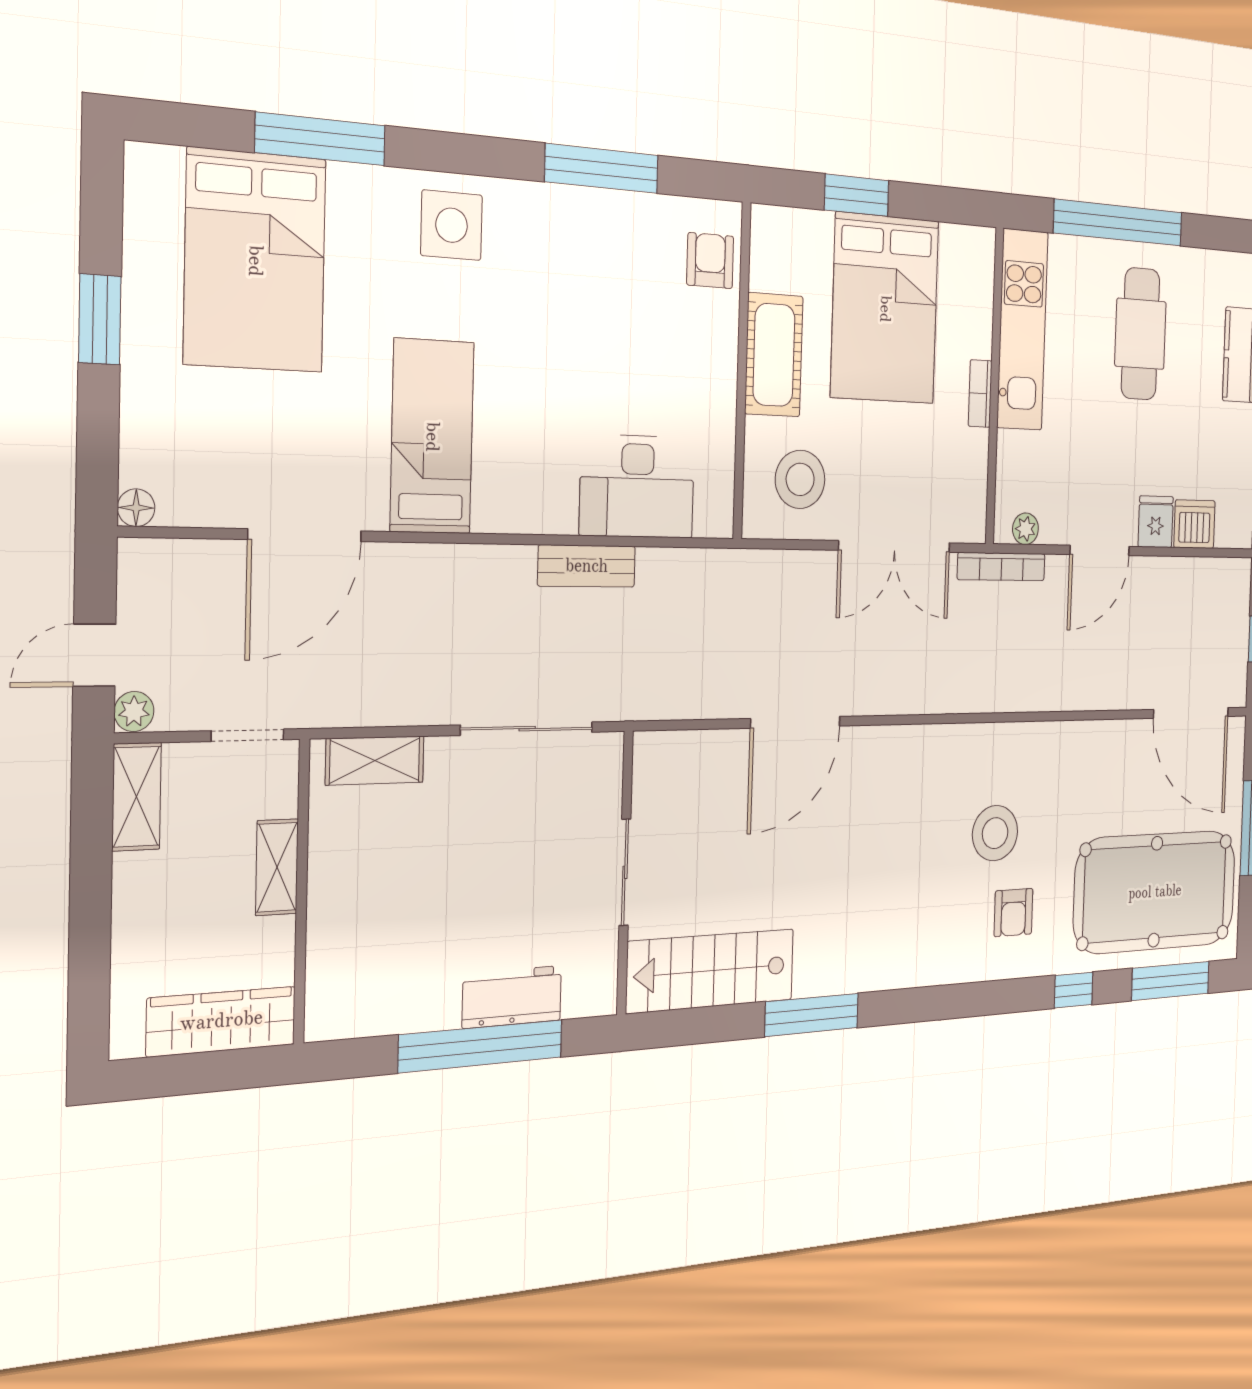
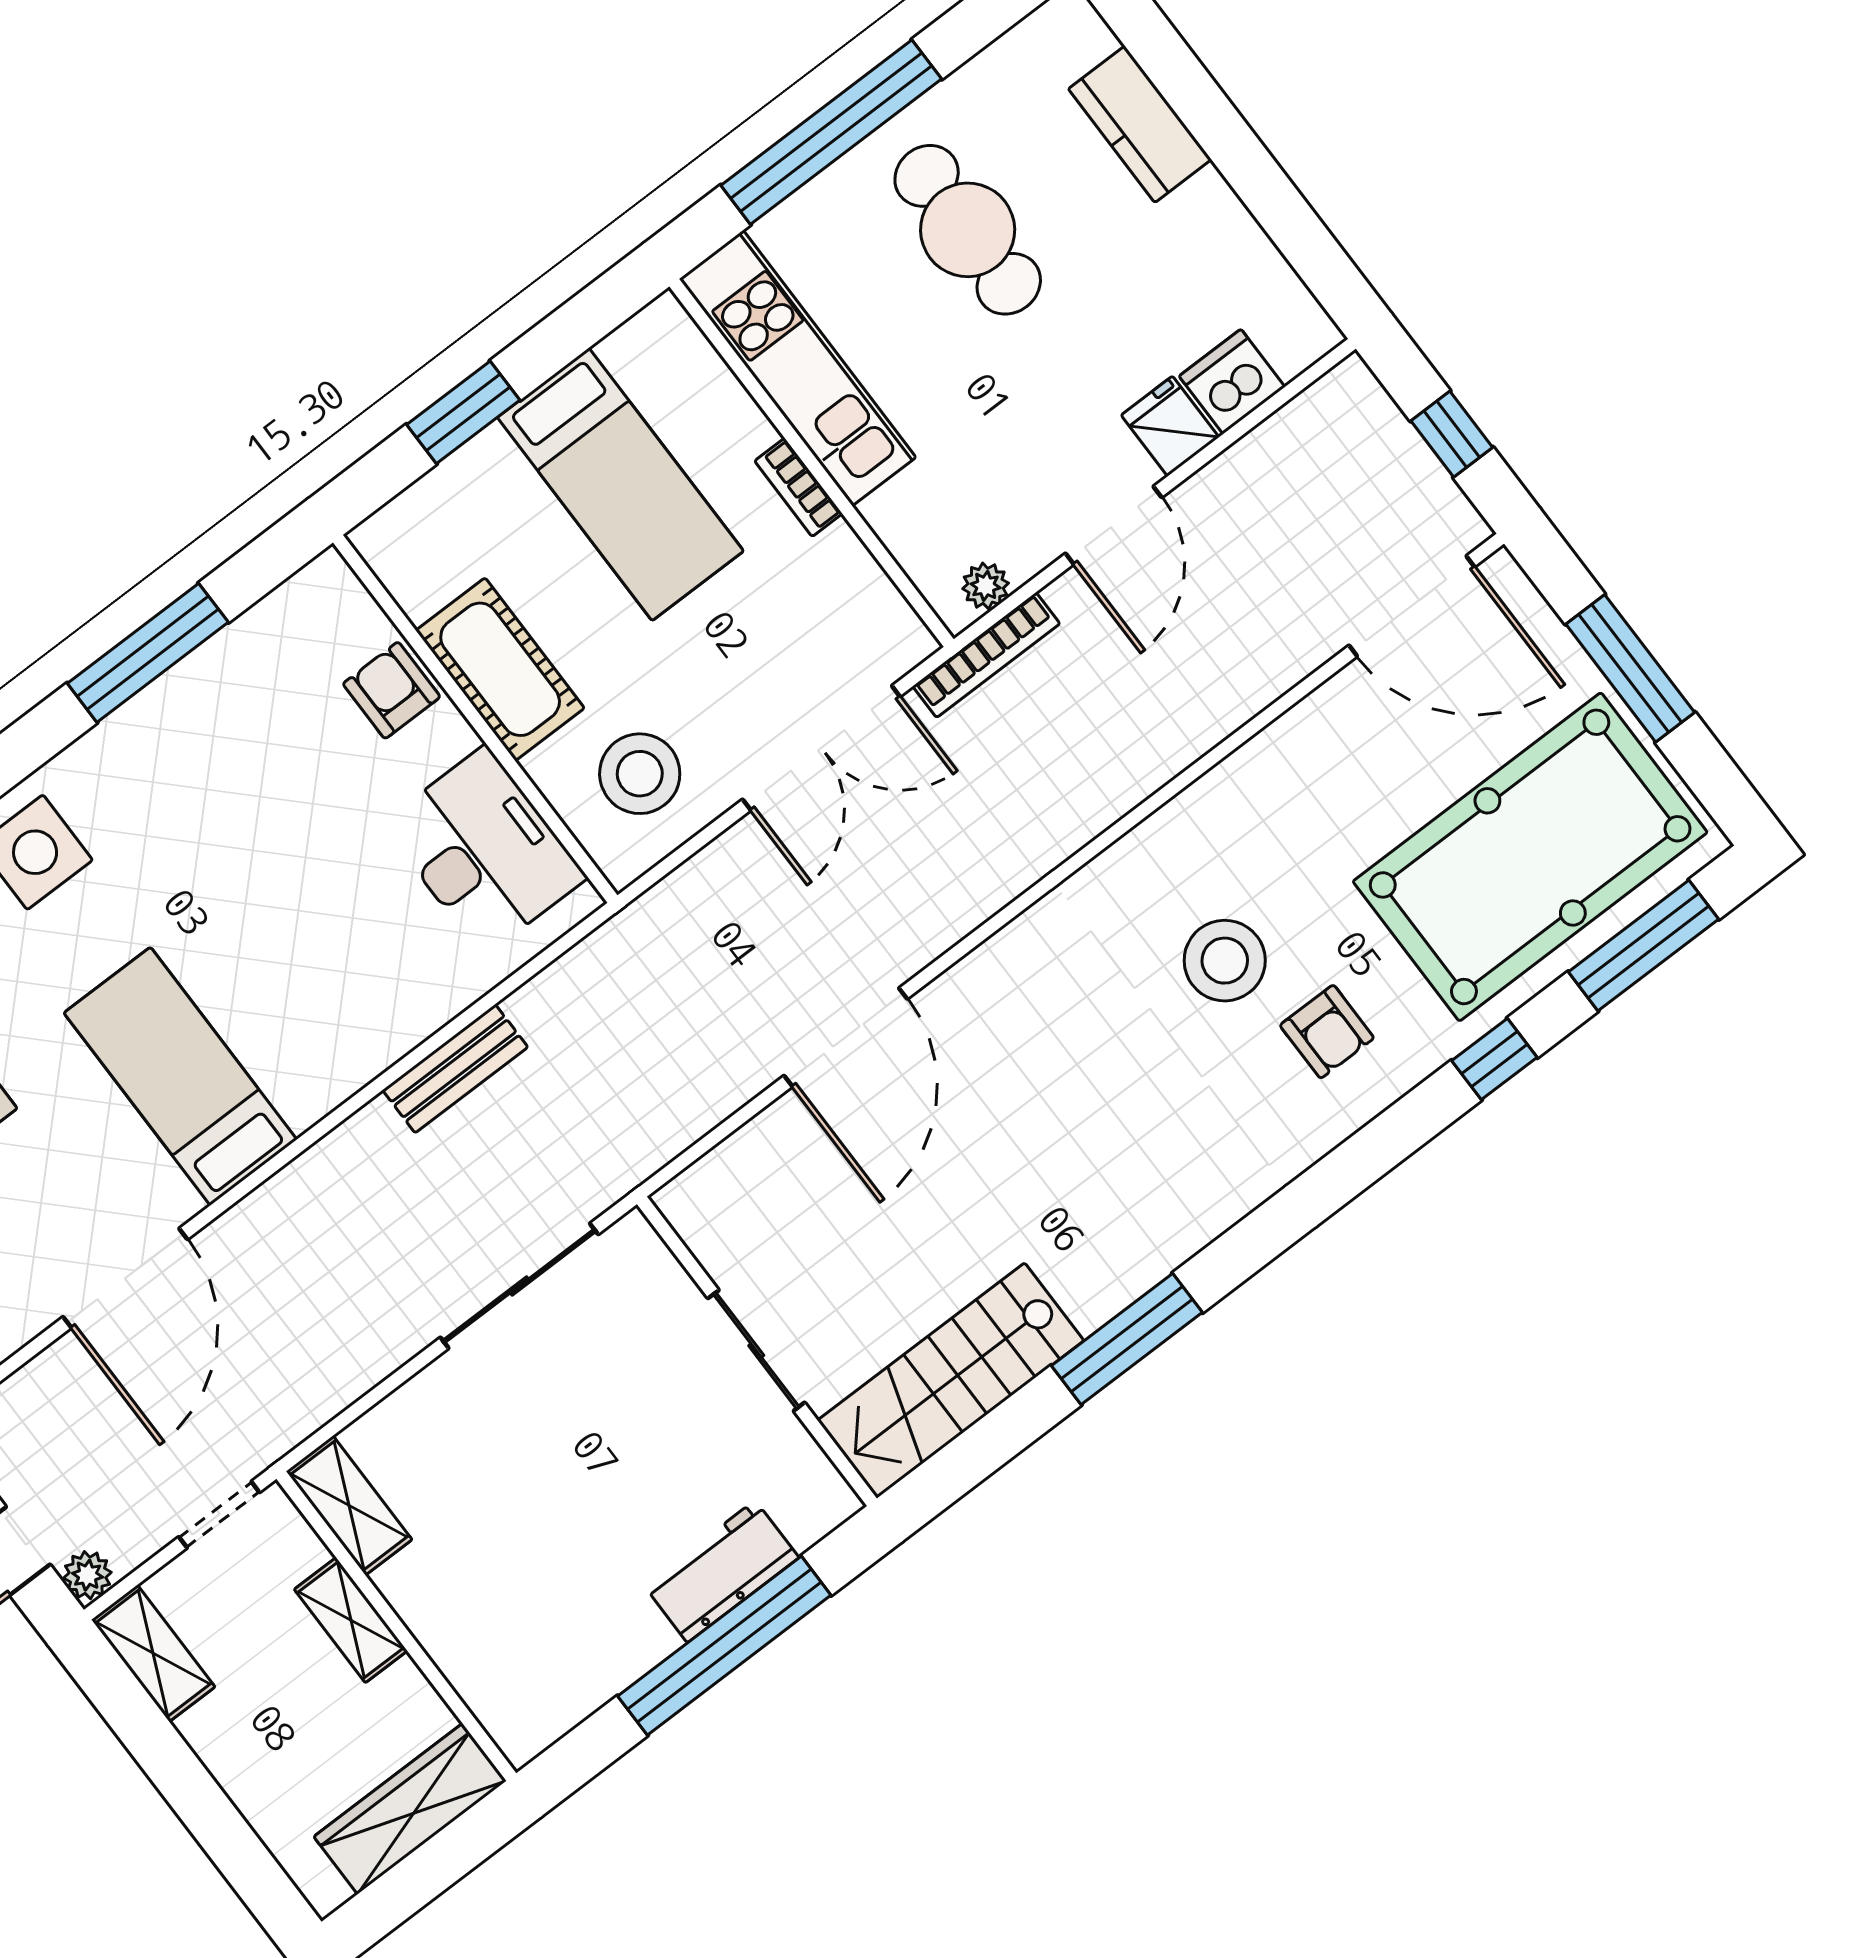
armchair: (710, 261) -> (392, 690), moved
bed: (885, 309) -> (620, 484), width x0.67
desk: (637, 486) -> (484, 851), moved, turned -90
shelving: (375, 760) -> (349, 1505), moved, turned 90

